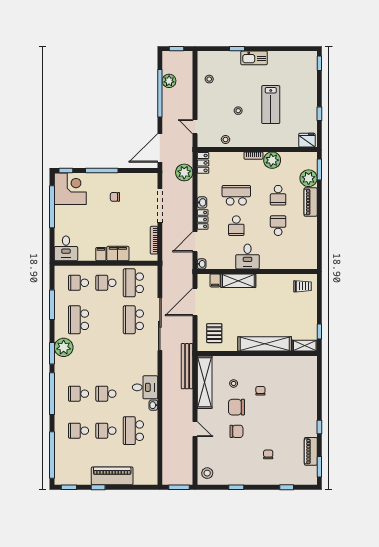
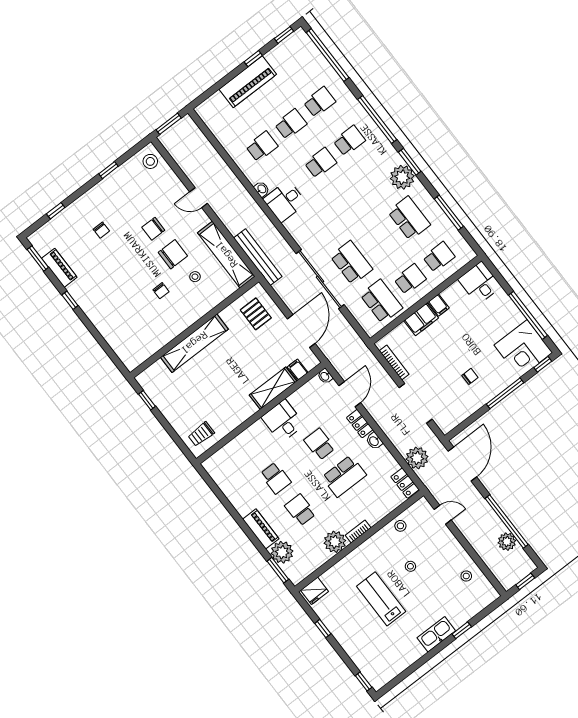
shelving: (305, 346) -> (151, 374), removed
school desk: (133, 431) -> (262, 146), width x0.54

